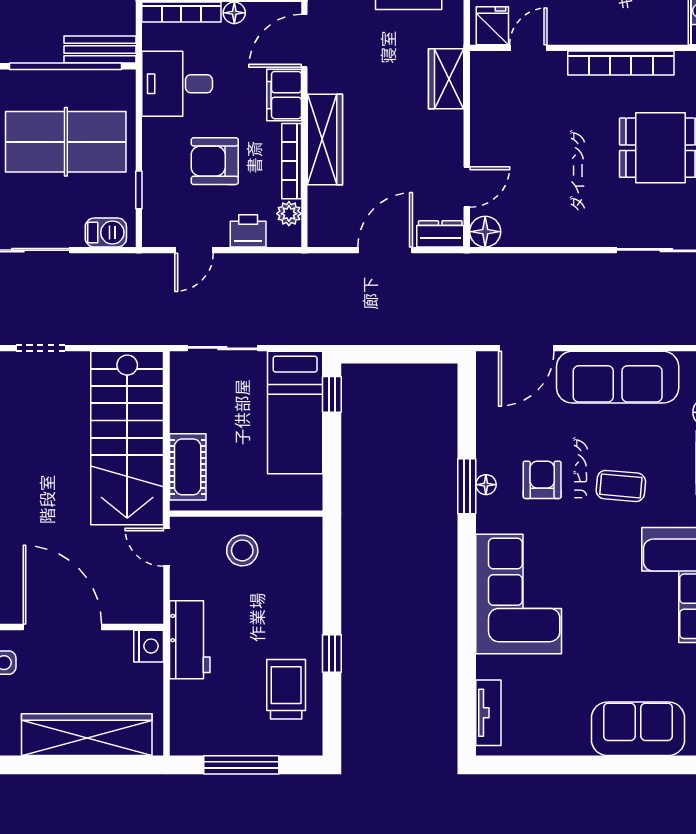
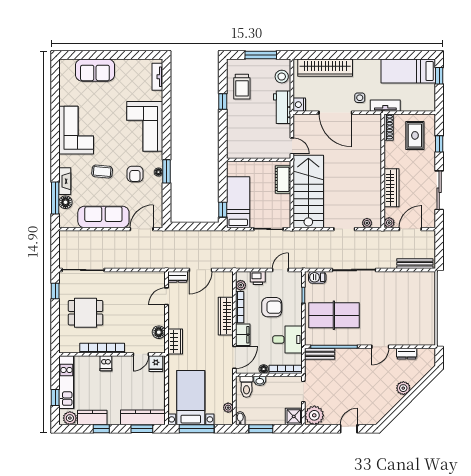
dishwasher: (612, 27) -> (106, 363), added
floor lamp: (485, 232) -> (159, 332), moved
stool: (242, 550) -> (282, 77), moved

